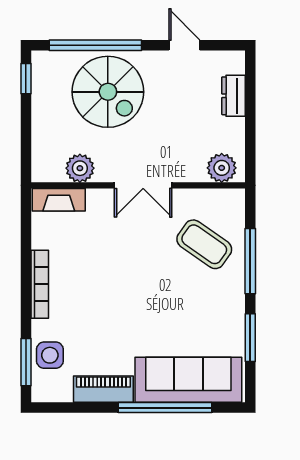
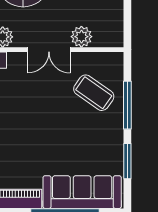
plant: (222, 168) -> (81, 37), moved

